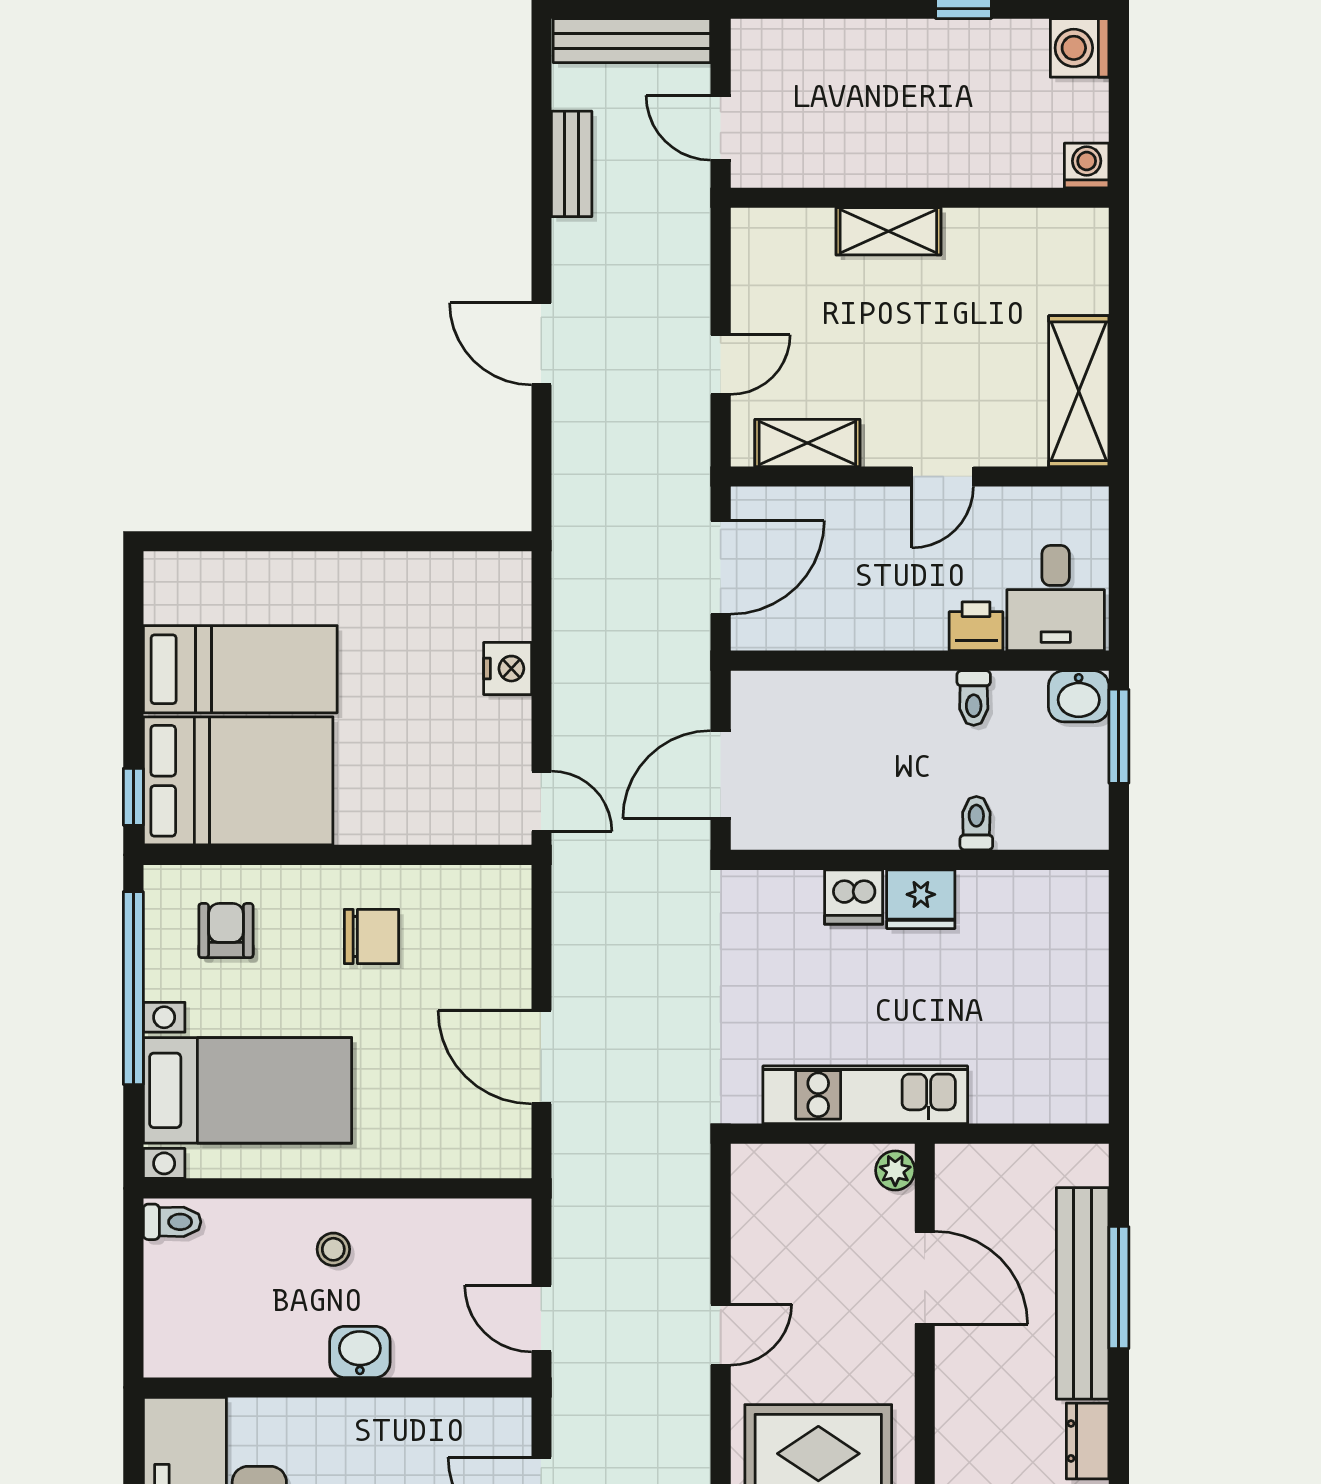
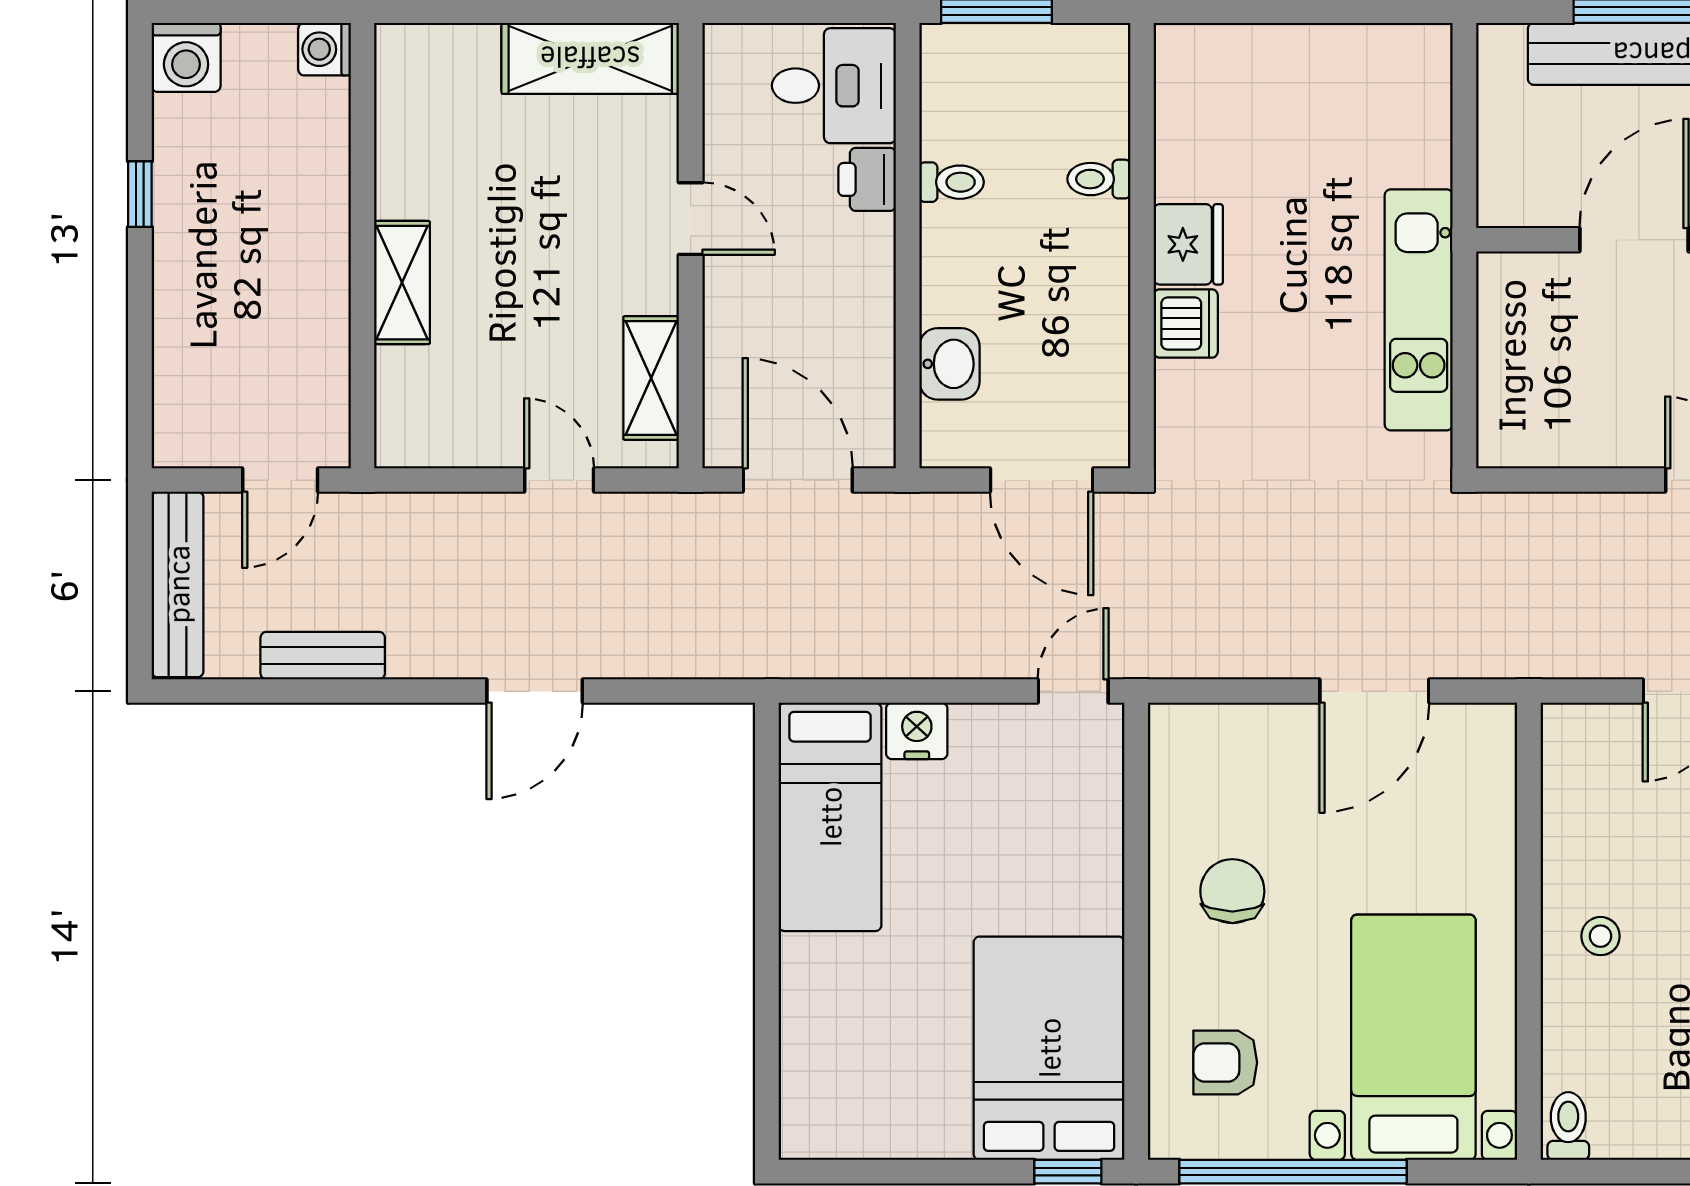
bed: (240, 669) -> (830, 817), moved, turned 180
washbasin: (1079, 696) -> (949, 364), moved
plant: (895, 1170) -> (1508, 275), removed

